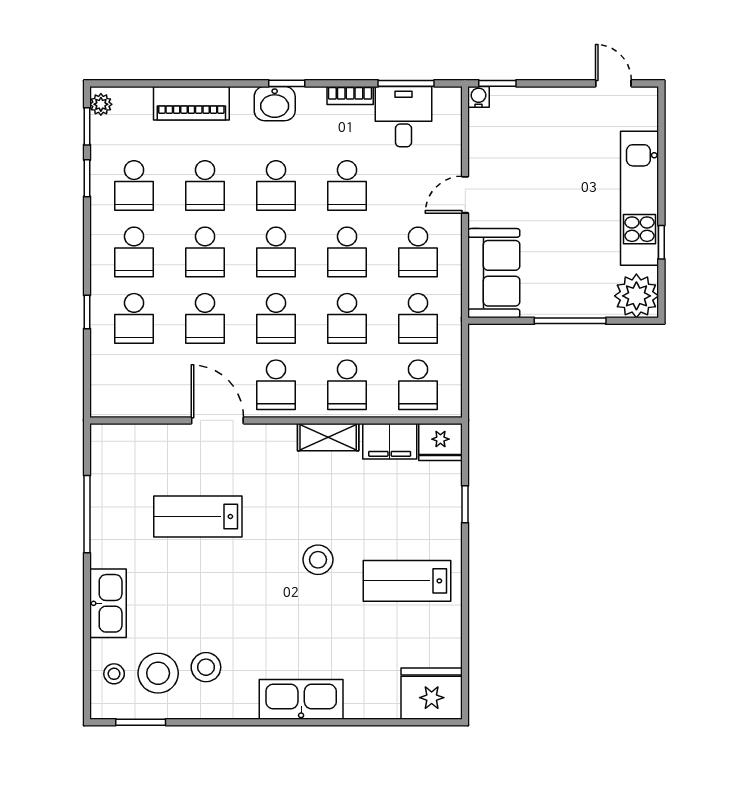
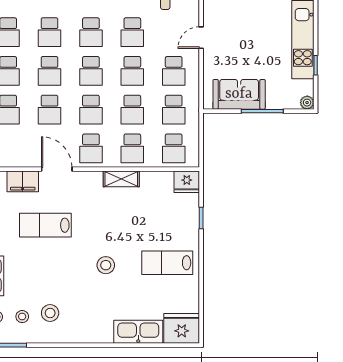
sofa: (494, 273) -> (239, 94), moved, turned -90
plant: (636, 296) -> (307, 103), width x0.53, depth x0.53
filing cabinet: (390, 441) -> (23, 181), moved
stool: (318, 560) -> (106, 265), moved
stool: (158, 673) -> (22, 317), width x0.53, depth x0.53
kitchen sink: (301, 699) -> (138, 332), moved

